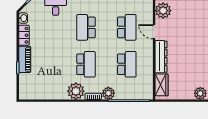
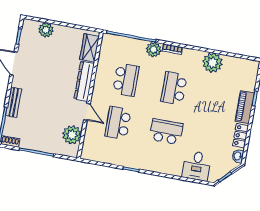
school desk: (86, 27) -> (166, 132), turned -90
school desk: (127, 64) -> (126, 80), turned 180
plant: (76, 91) -> (212, 63), moved

